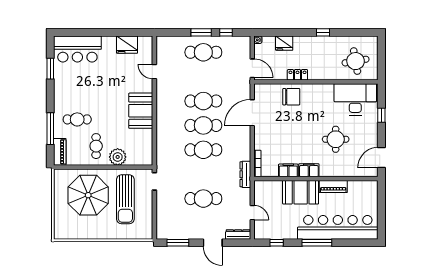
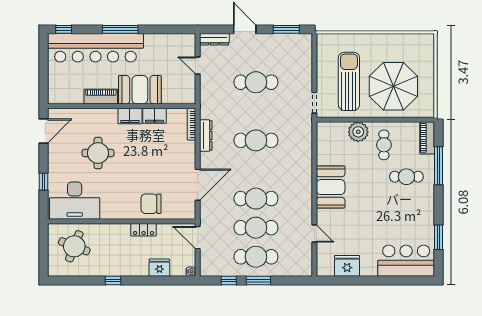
round table: (356, 61) -> (74, 246), turned 31
cafe table: (203, 125) -> (256, 228), moved
dresser: (245, 174) -> (206, 136), moved
window: (277, 243) -> (64, 29), moved

